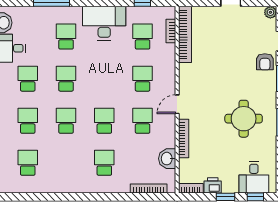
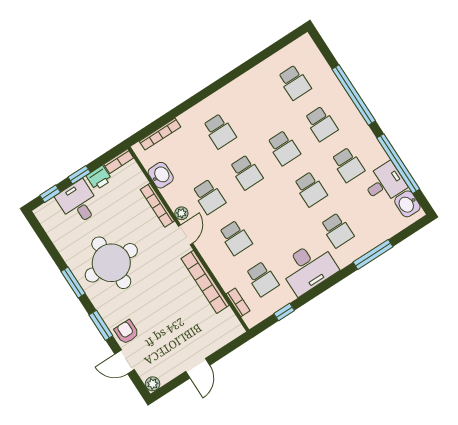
bookcase: (185, 34) -> (205, 282), moved
round table: (244, 119) -> (111, 263), width x1.36, depth x1.36
plant: (170, 121) -> (181, 213), added
desk: (254, 177) -> (78, 203), moved

